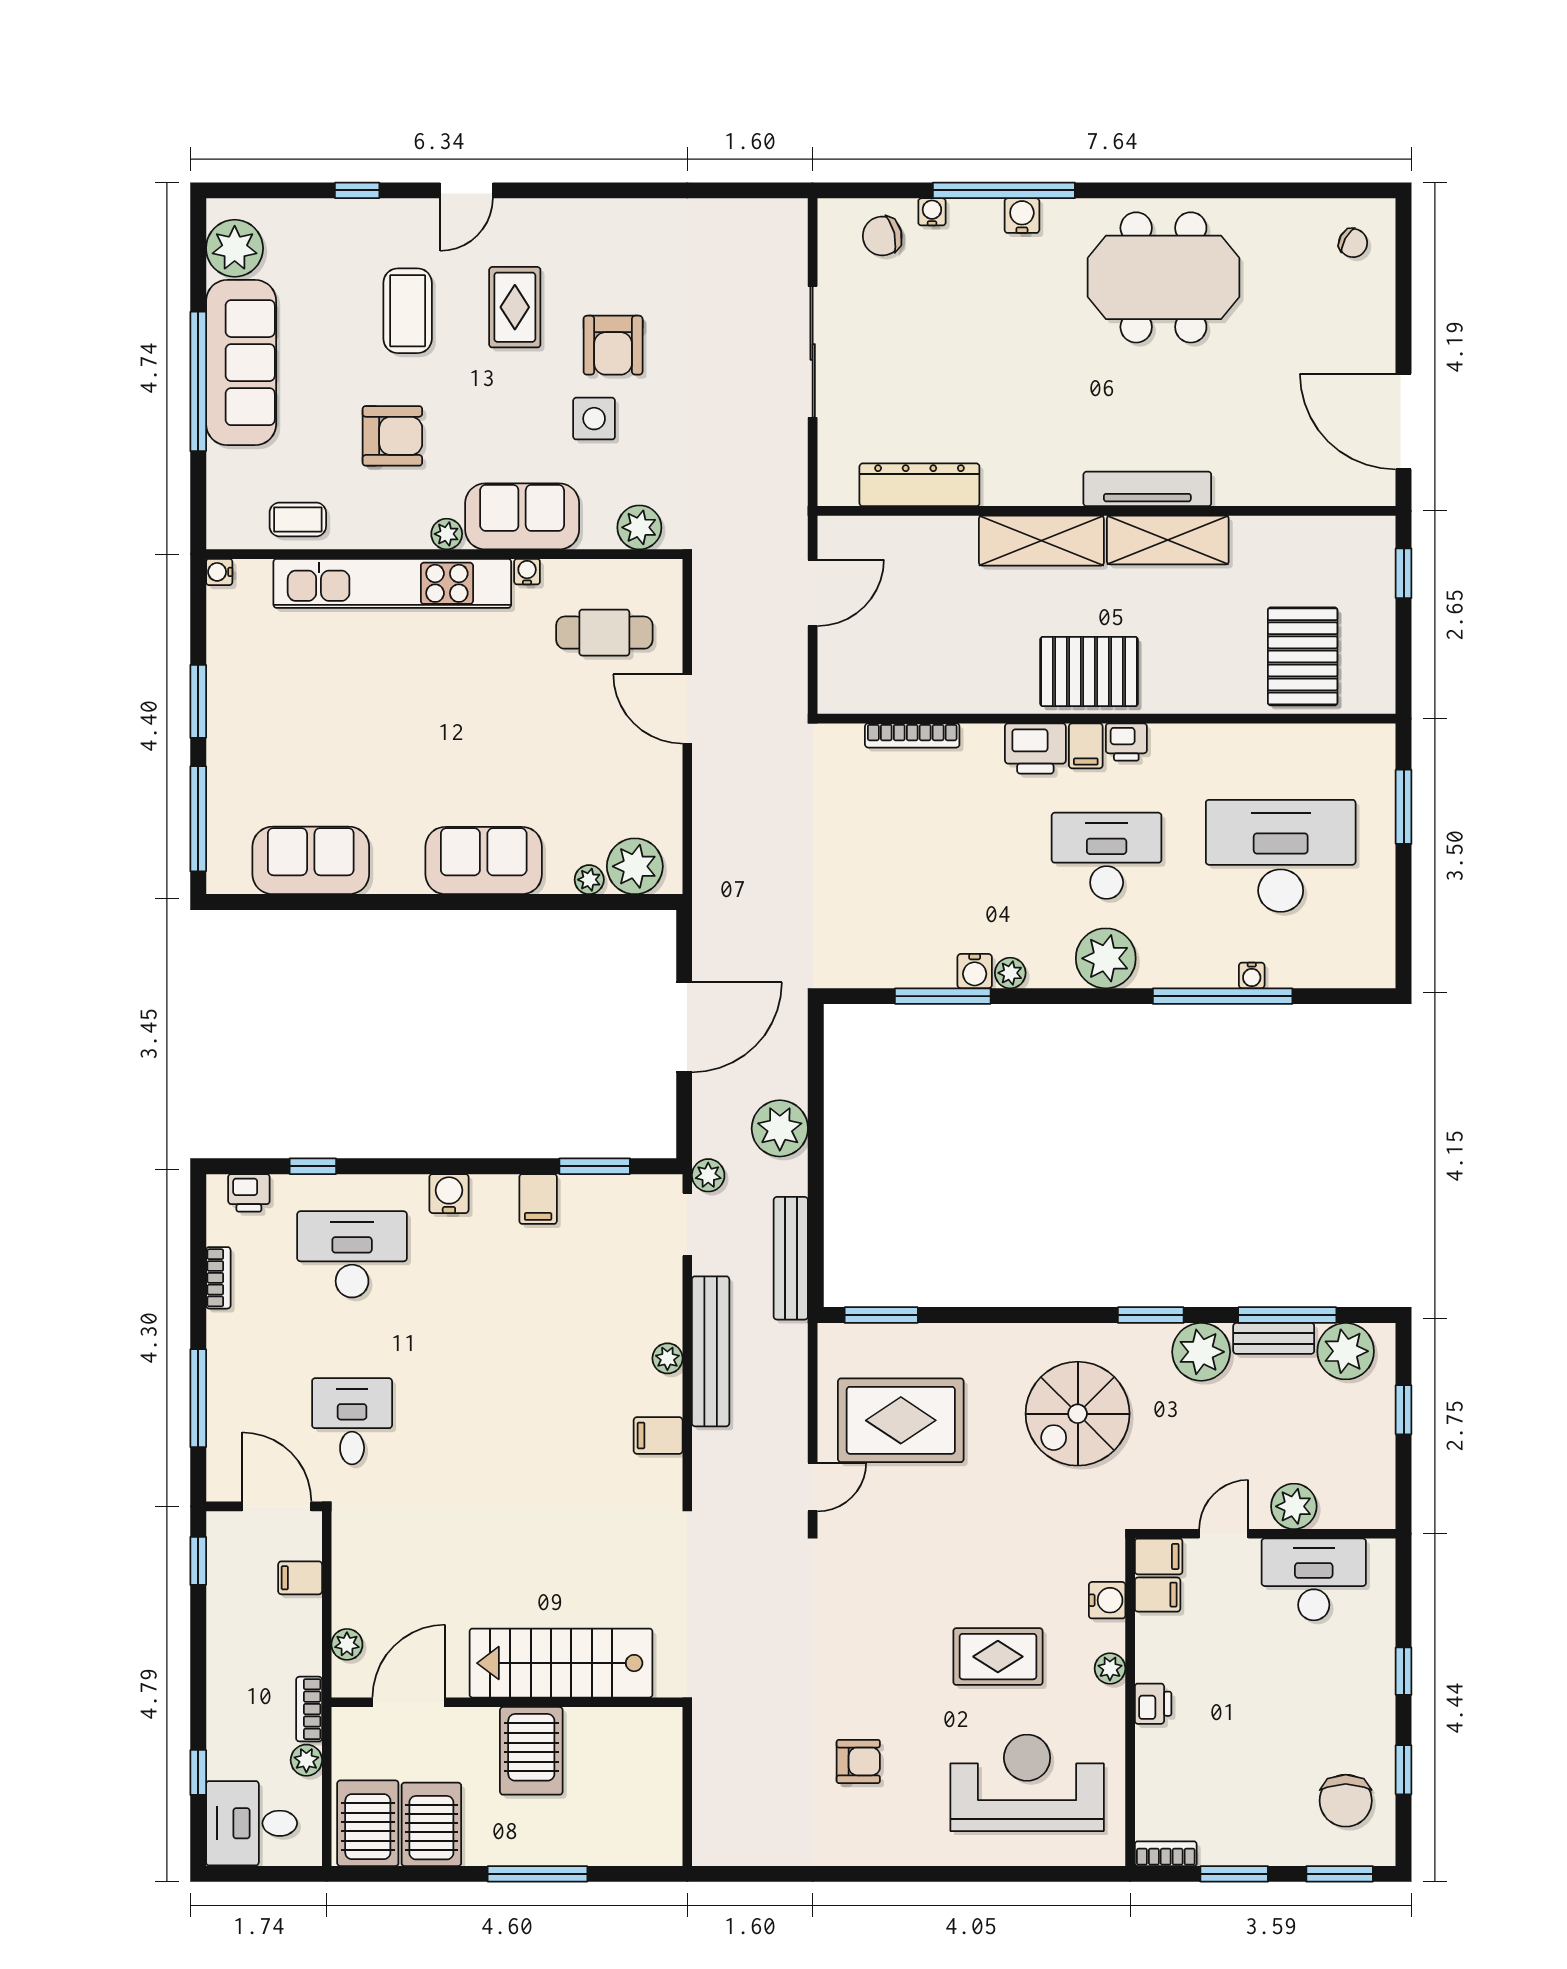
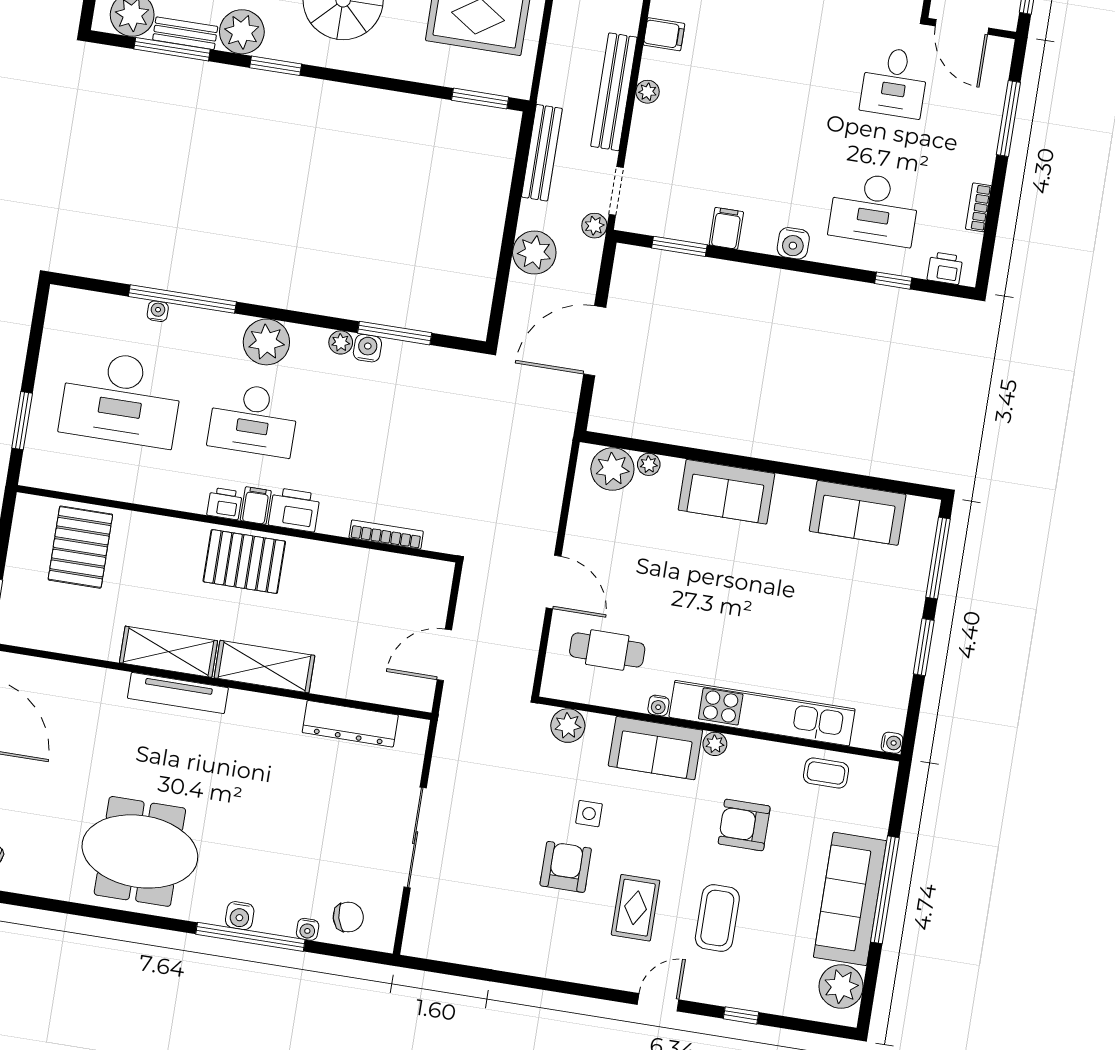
side table: (594, 419) -> (589, 814), width x0.73, depth x0.73

